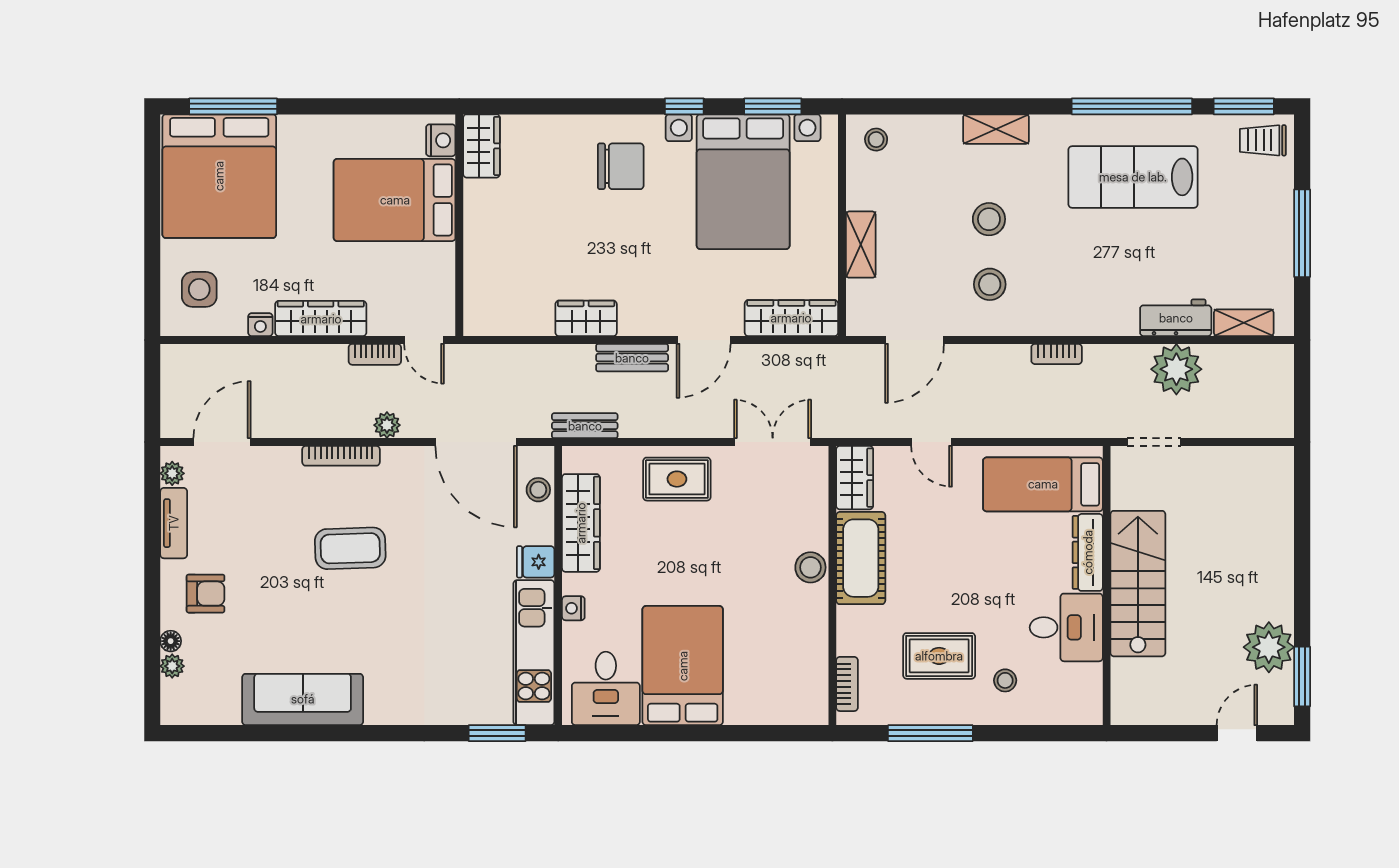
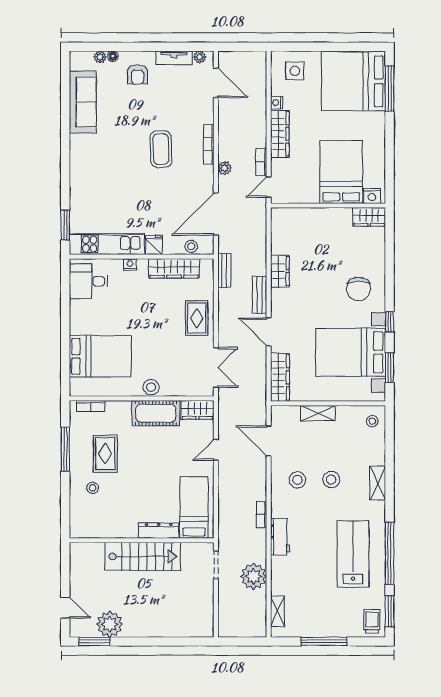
workbench: (1176, 318) -> (280, 537), moved
desk: (1066, 627) -> (120, 519), removed
bed: (683, 666) -> (100, 356), moved
sofa: (303, 699) -> (83, 102), moved

